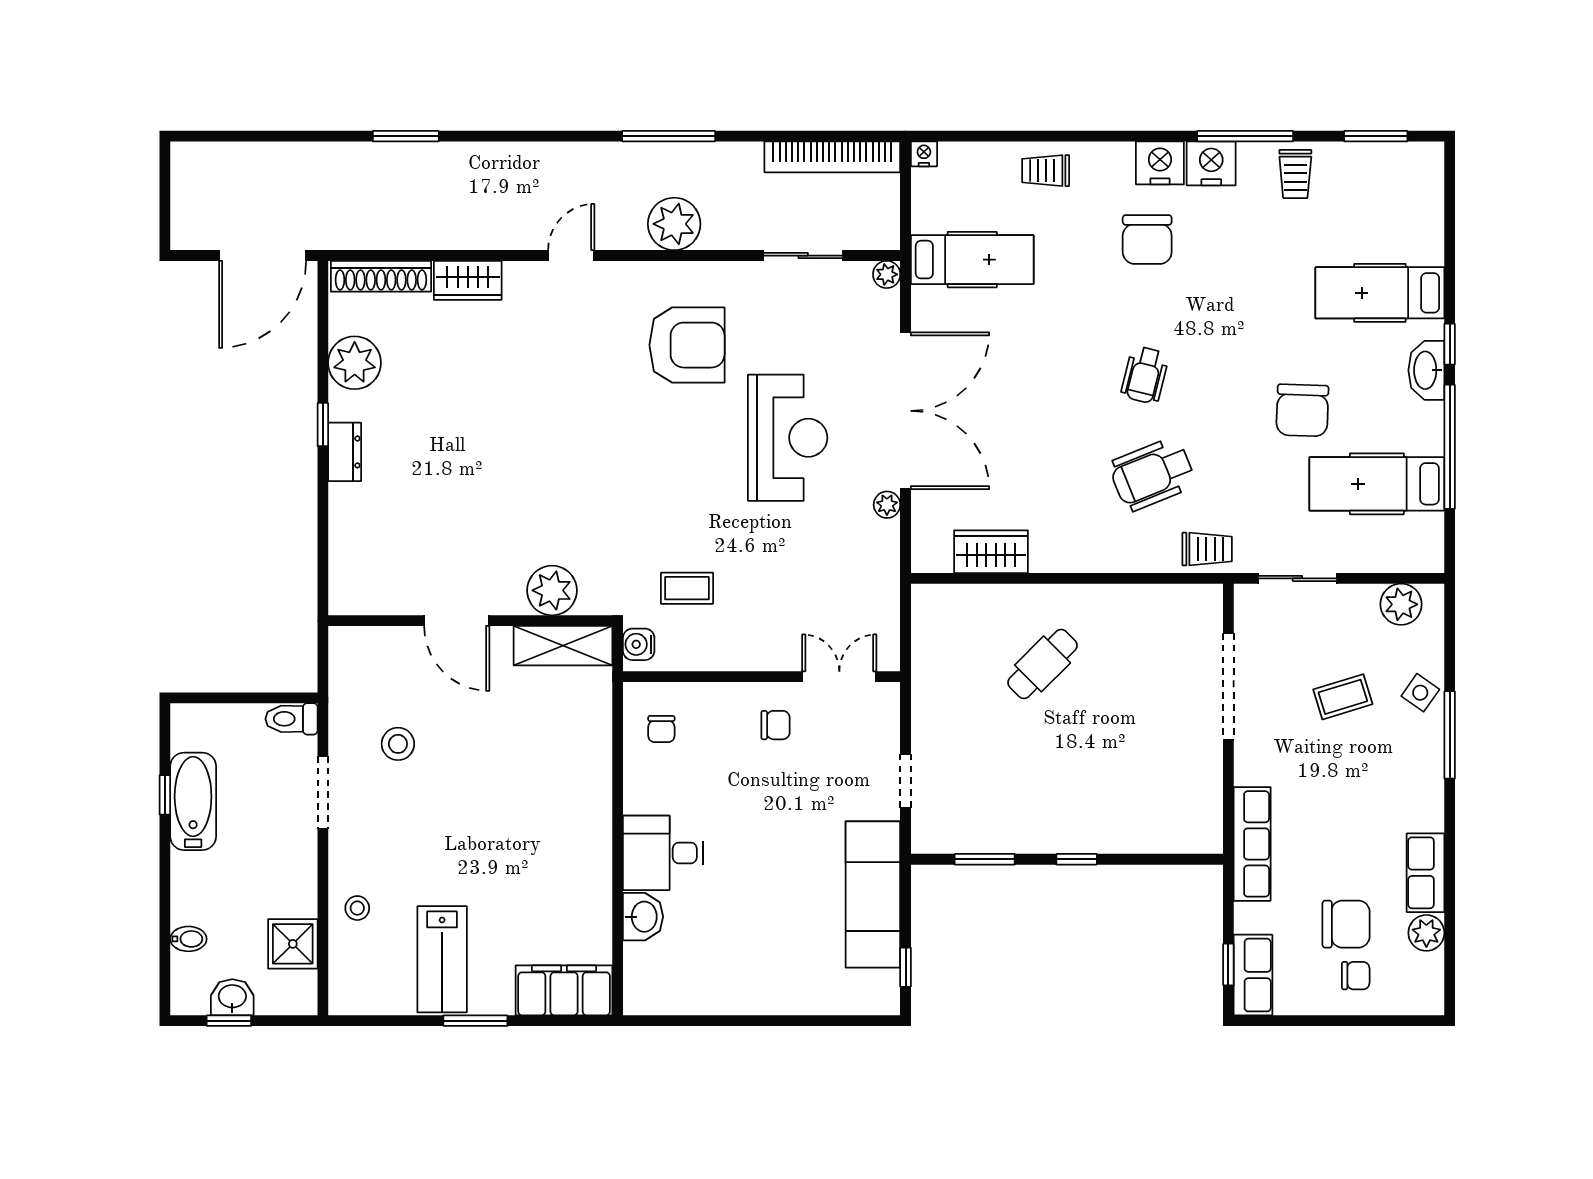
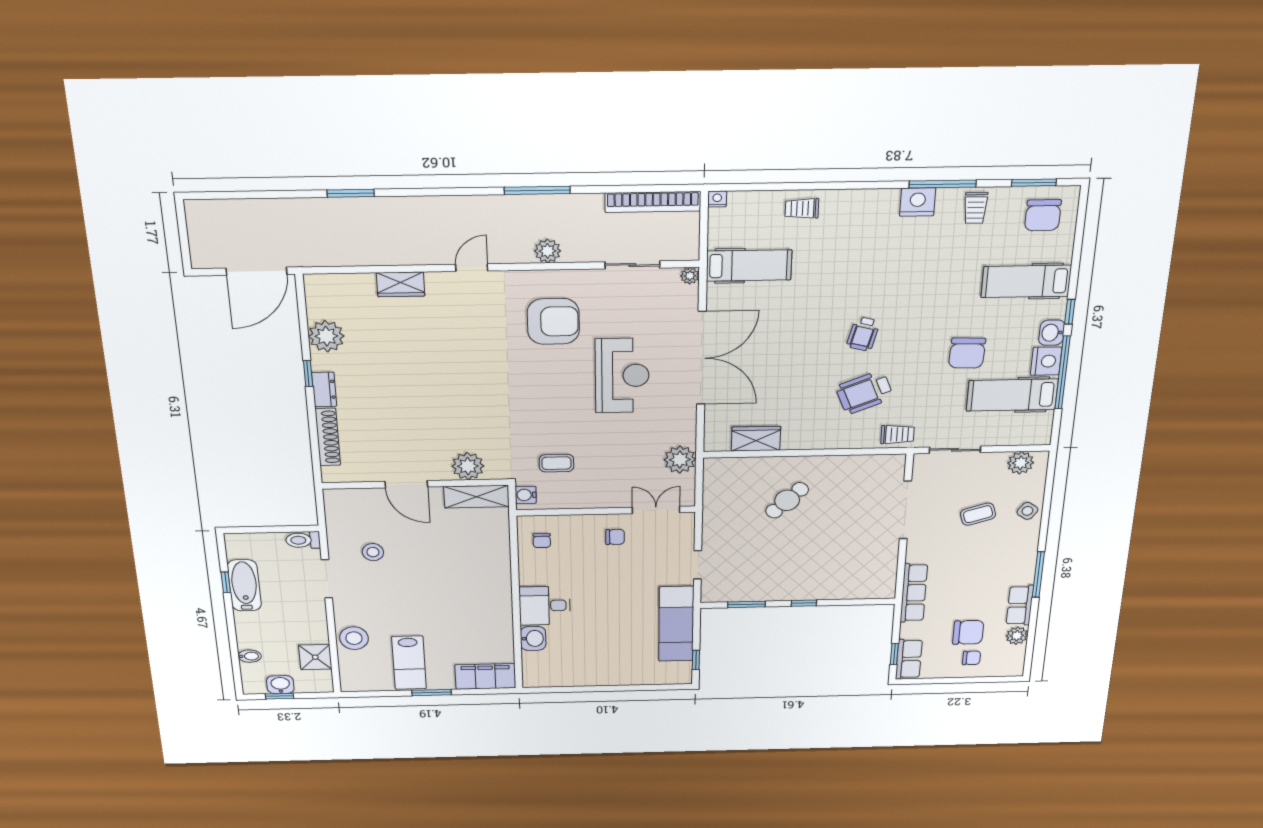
nightstand: (1160, 163) -> (1046, 361), moved, turned 90
plant: (674, 224) -> (548, 251), width x0.73, depth x0.73
chair: (1147, 240) -> (1043, 215), moved
shoe rack: (381, 276) -> (328, 437), moved, turned -90
washbasin: (1426, 370) -> (1052, 333), width x0.72
plant: (887, 505) -> (680, 460), moved, width x1.87, depth x1.87
window: (1450, 735) -> (1038, 575), moved
stool: (357, 908) -> (354, 638), width x1.89, depth x1.89

